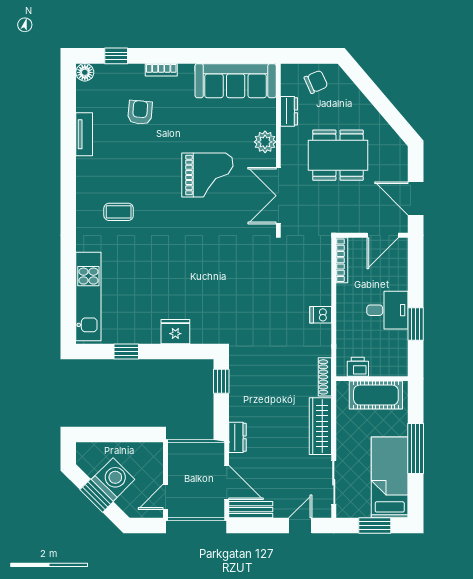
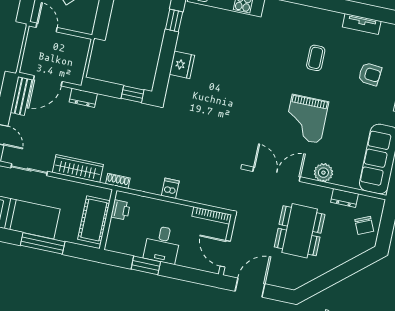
coffee table: (119, 212) -> (316, 58), moved
shoe rack: (325, 377) -> (118, 181), width x0.70

